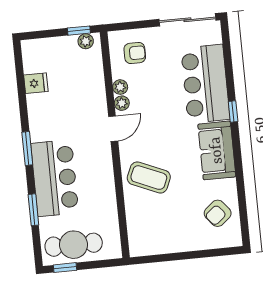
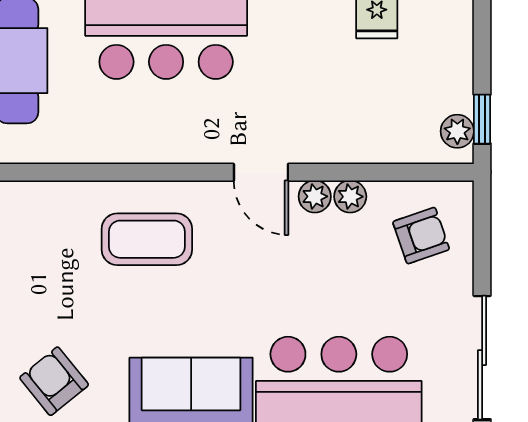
armchair: (135, 53) -> (421, 236), turned -109
coffee table: (149, 178) -> (147, 239), turned 67

